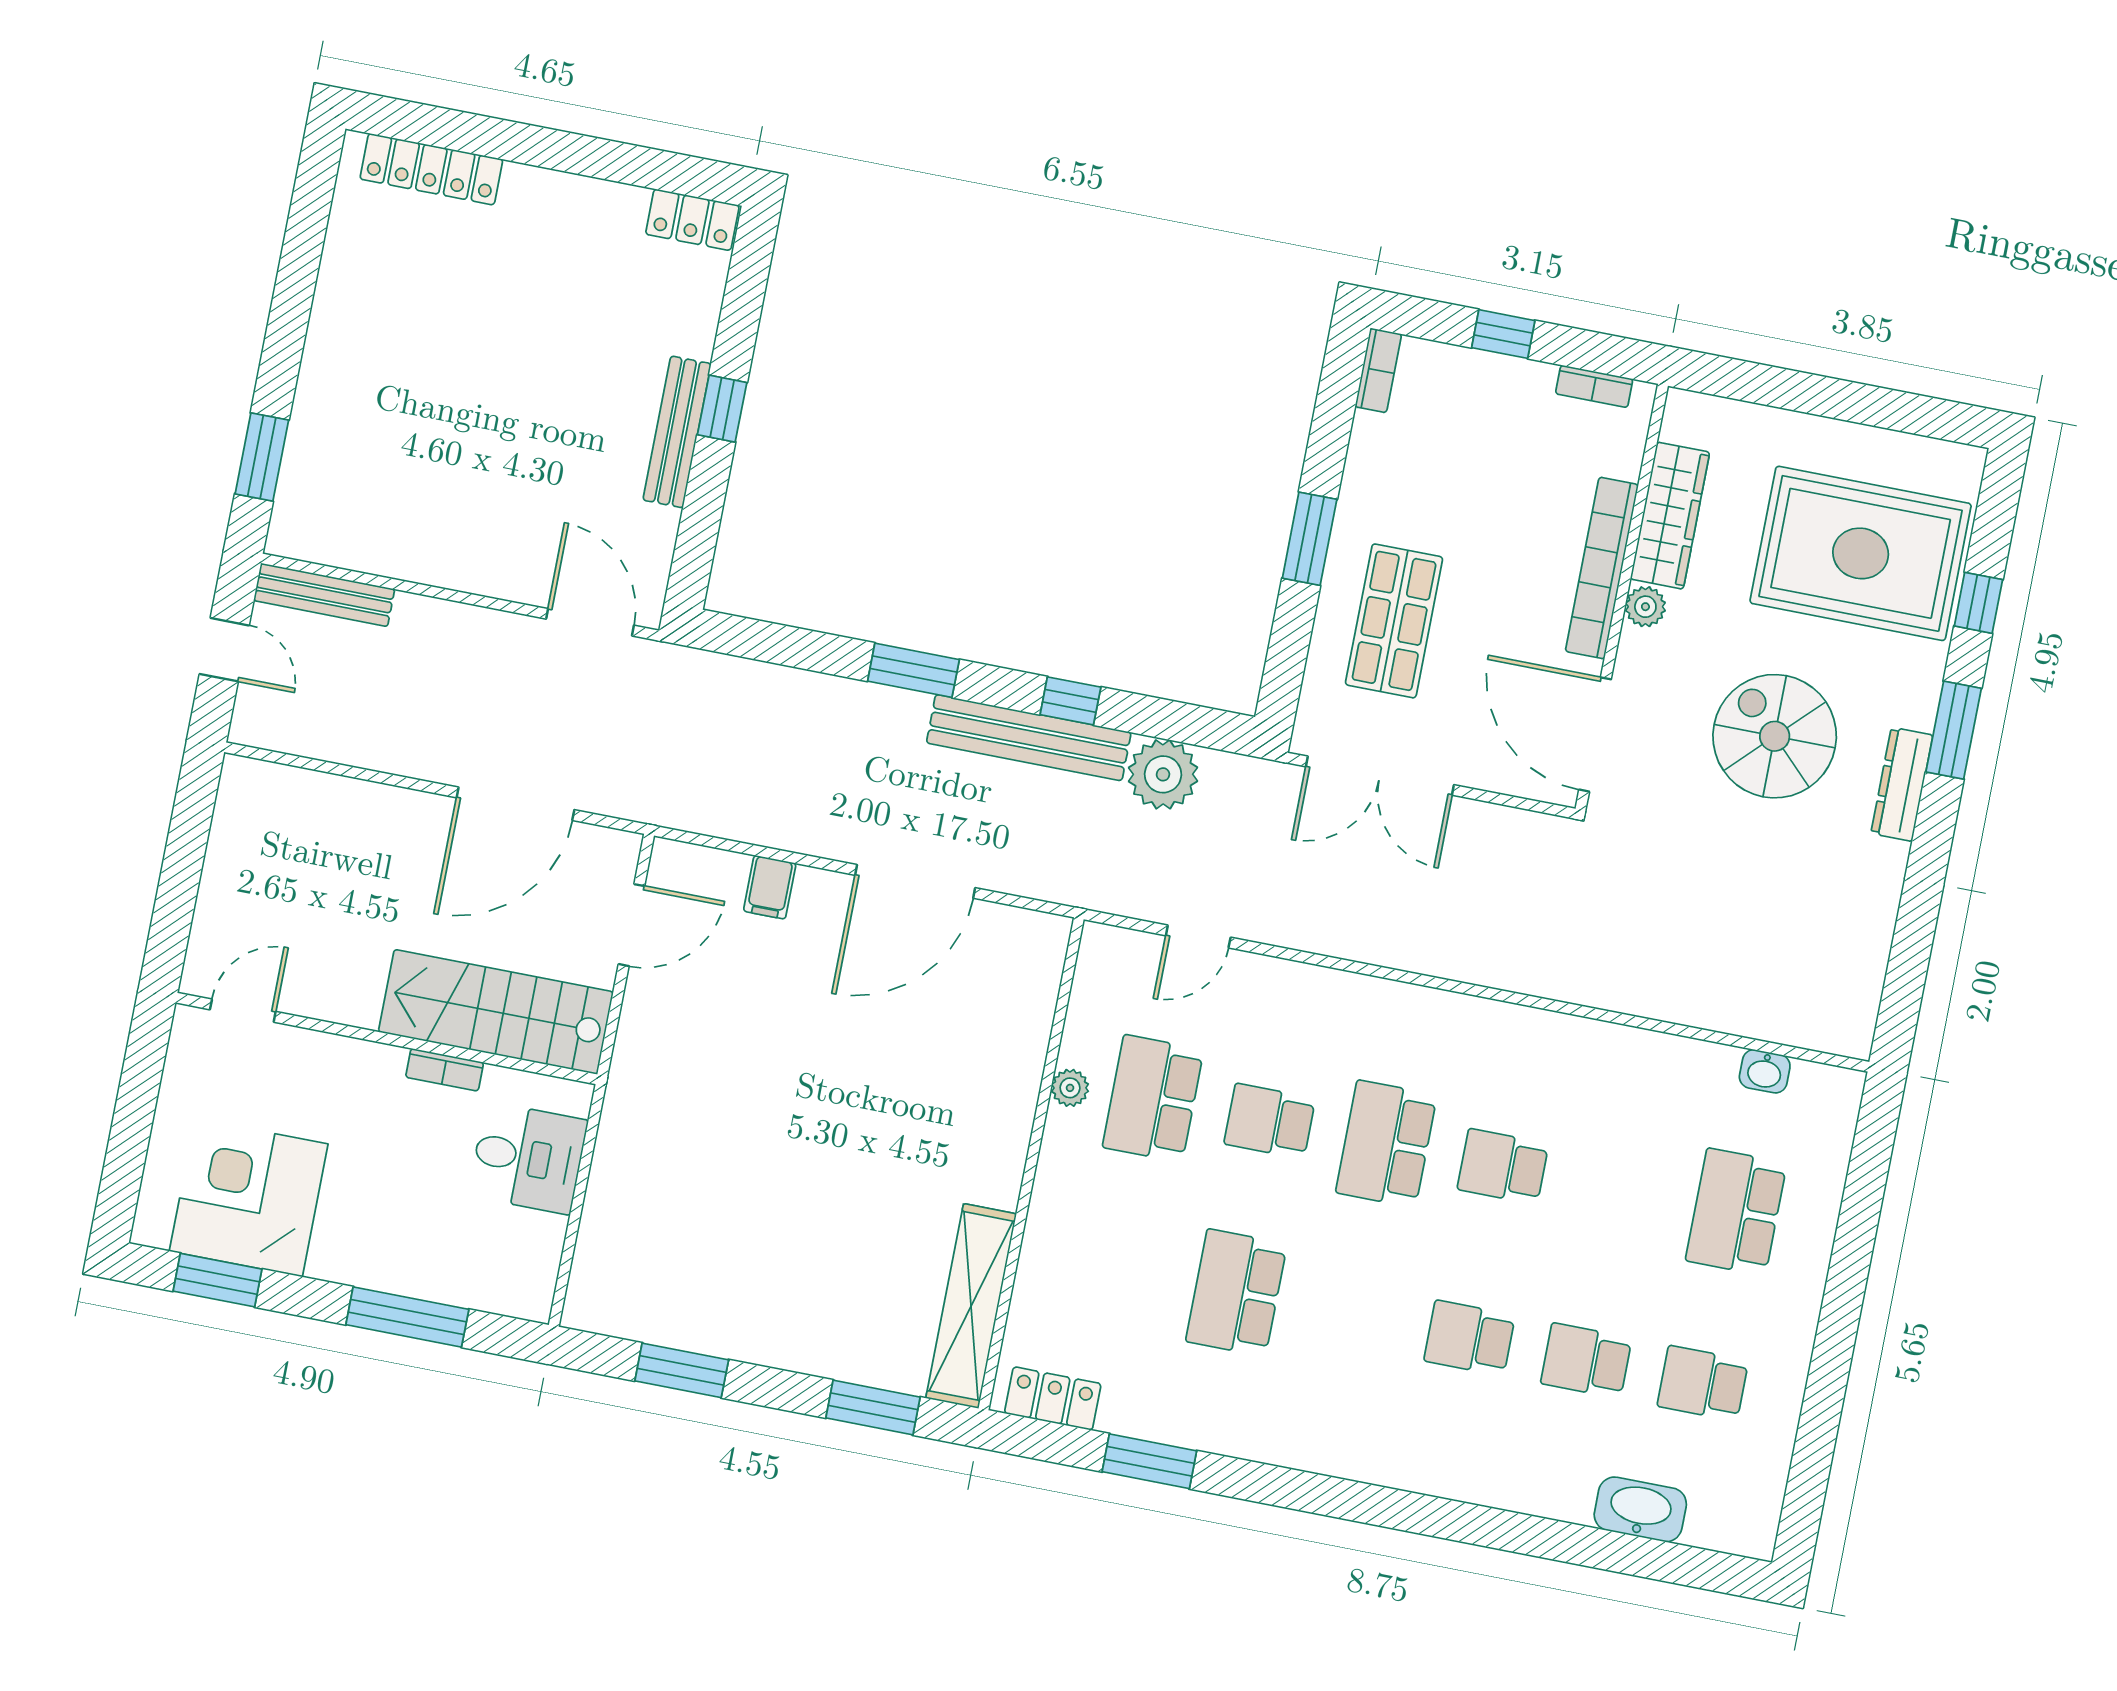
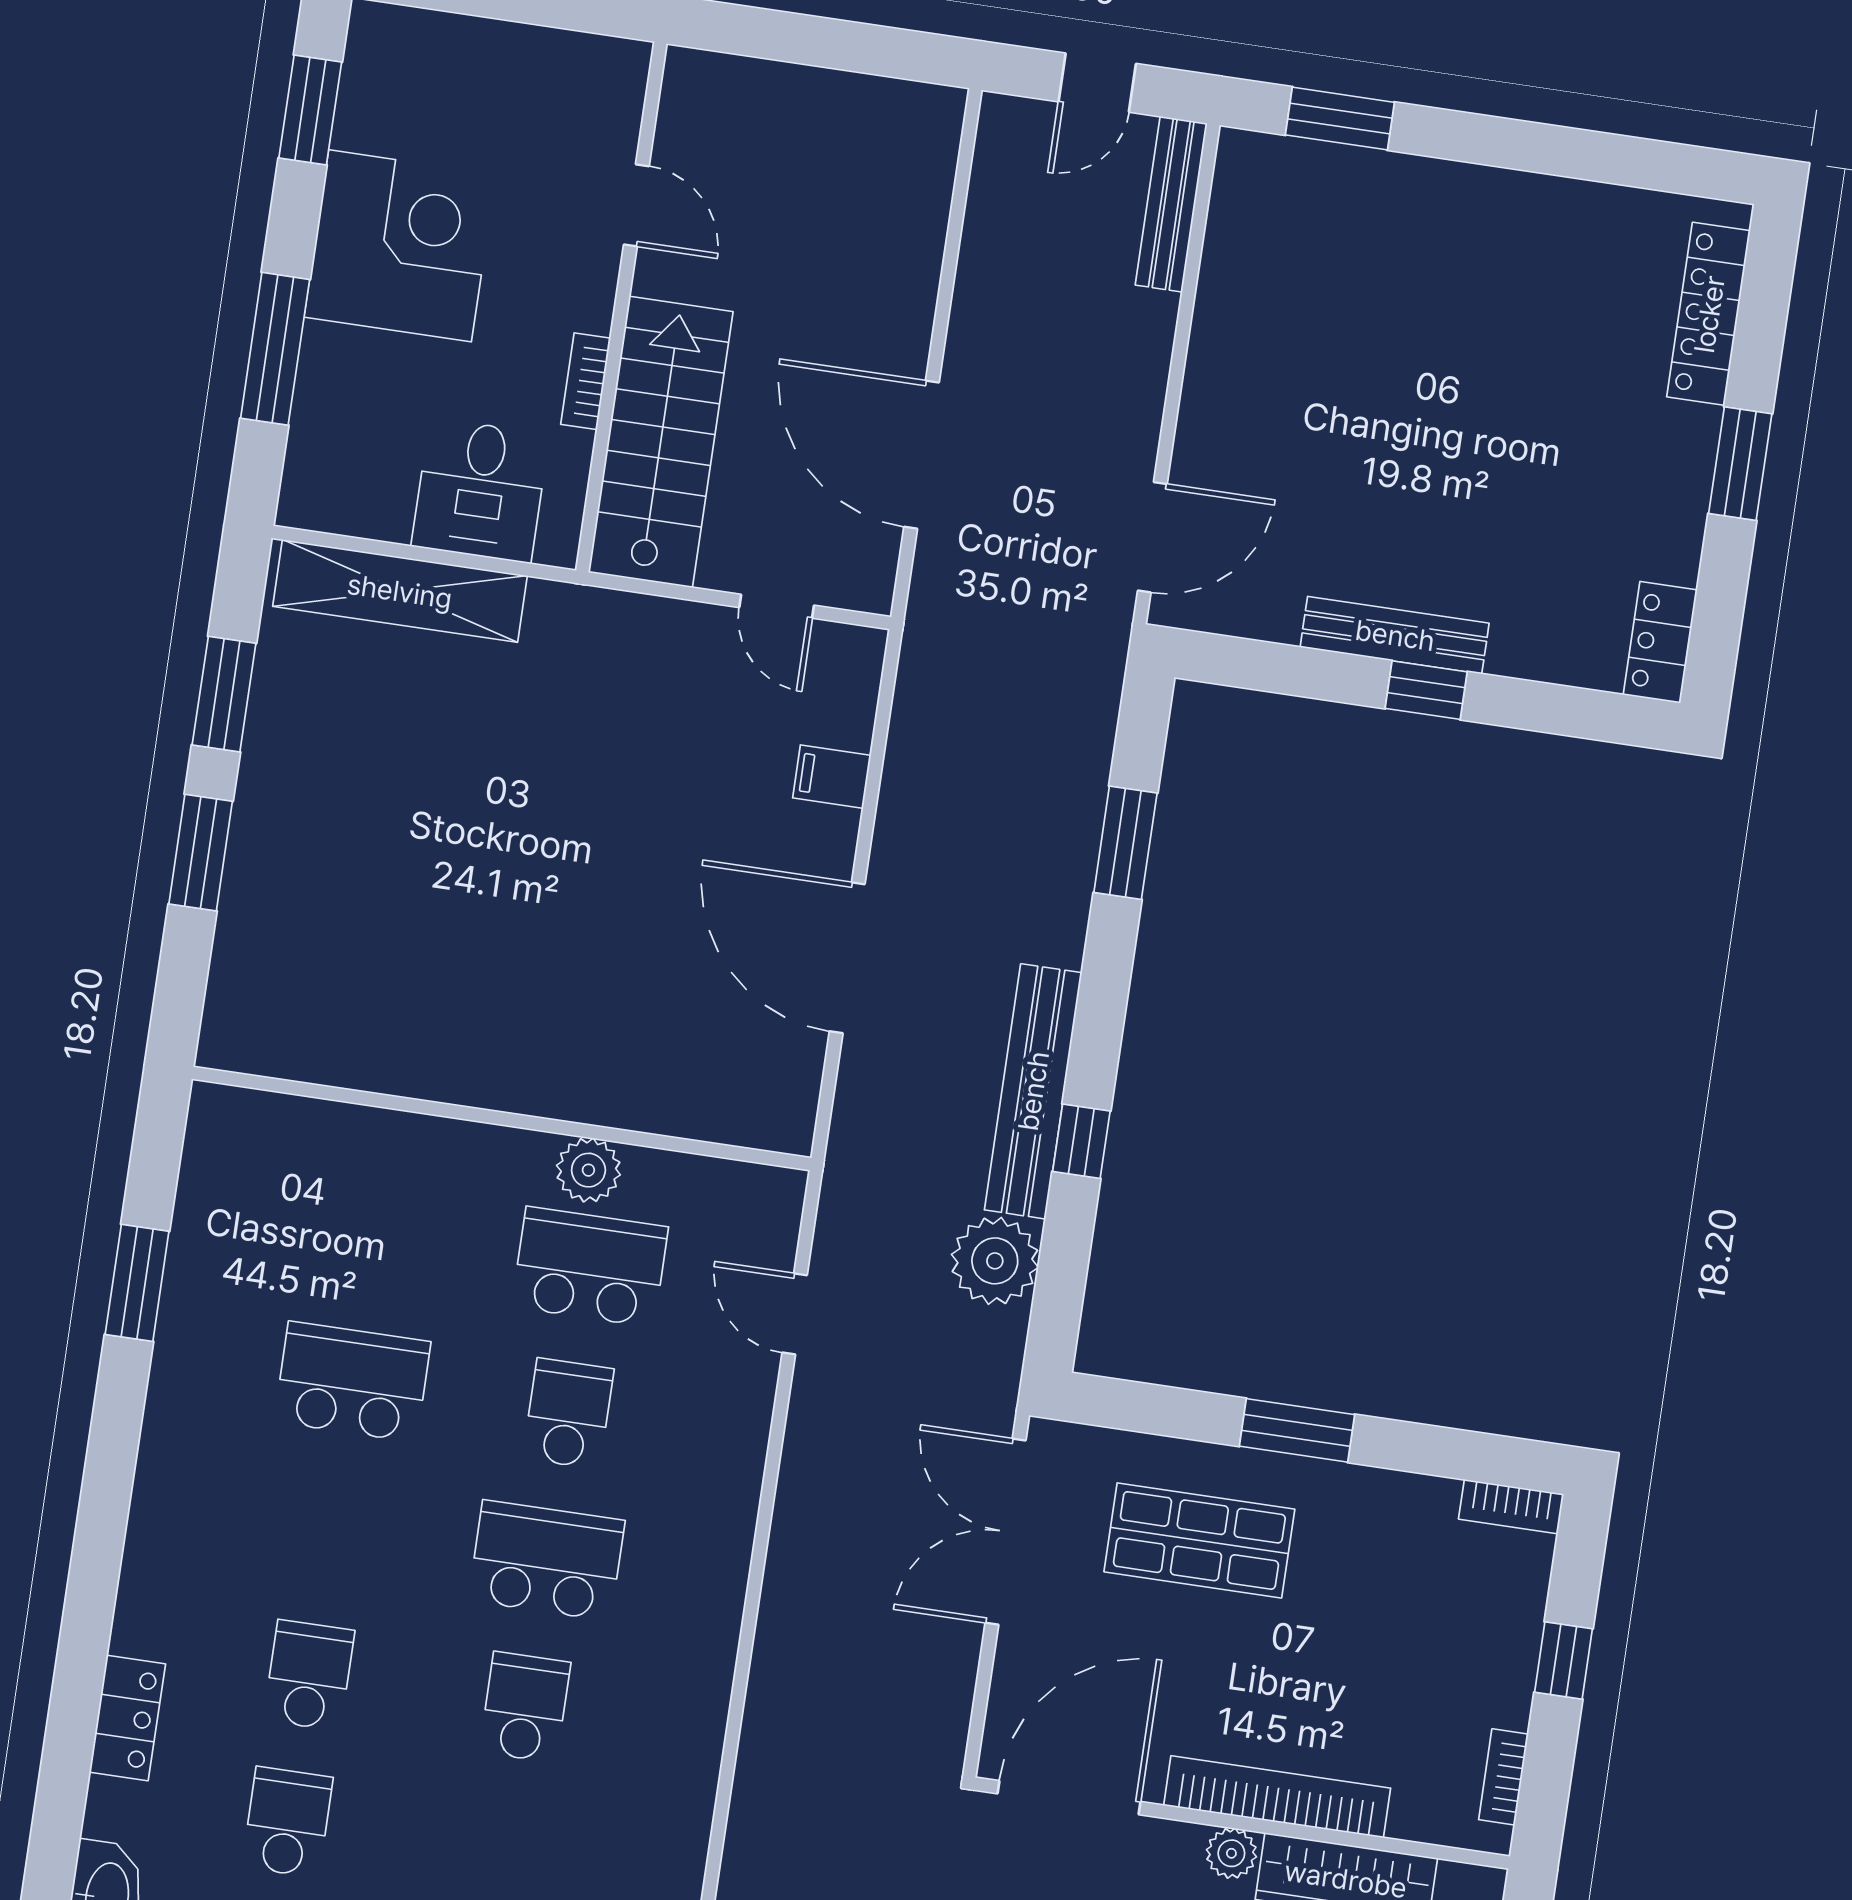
window: (552, 149) -> (1740, 464), added
window: (913, 670) -> (1125, 843), moved
door: (632, 925) -> (777, 606), width x0.73
door: (243, 1011) -> (636, 205), moved
plant: (1070, 1088) -> (588, 1170), width x1.38, depth x1.38
corner desk: (249, 1198) -> (400, 246), moved
shelving: (971, 1306) -> (400, 591), moved
locker: (1053, 1399) -> (127, 1718), moved
window: (873, 1408) -> (201, 853), moved

